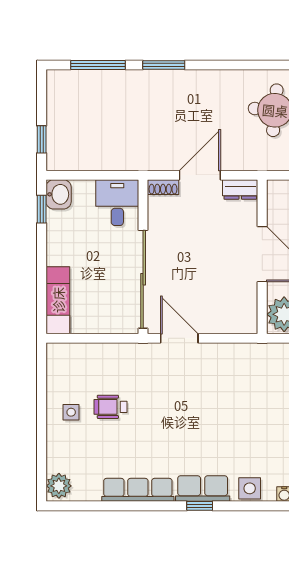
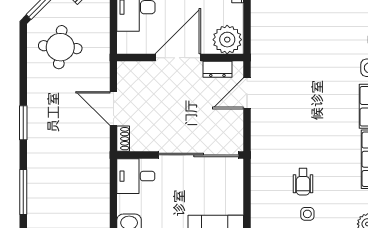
window: (164, 65) -> (23, 123), moved
dresser: (240, 189) -> (217, 69), moved, turned 90
door: (179, 338) -> (247, 93), moved

